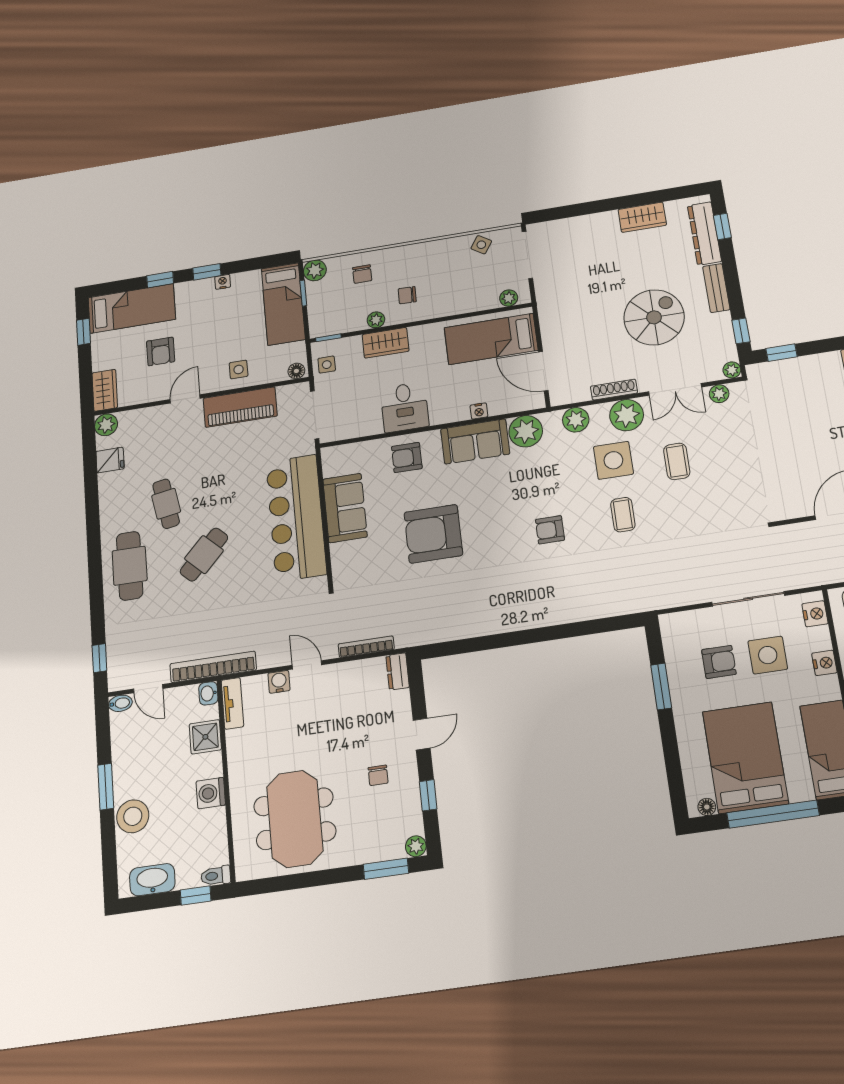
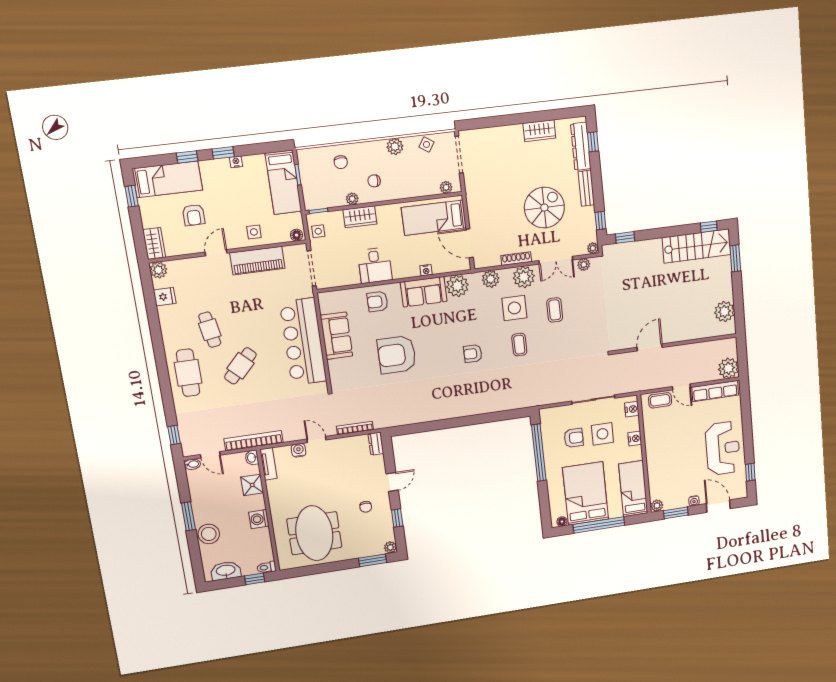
plant: (315, 270) -> (395, 146), moved
window: (661, 687) -> (539, 453), width x2.11

